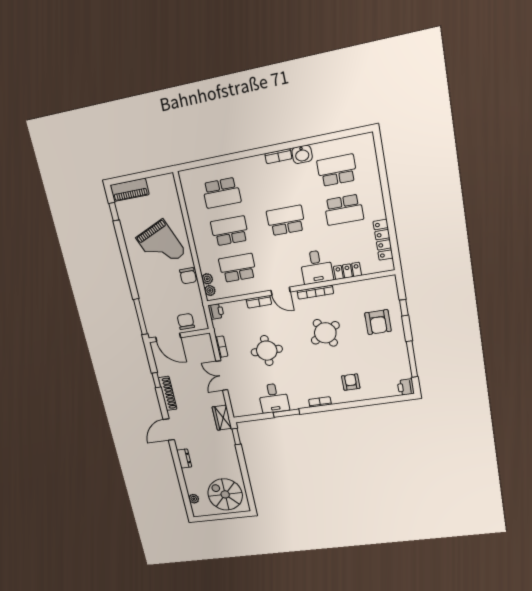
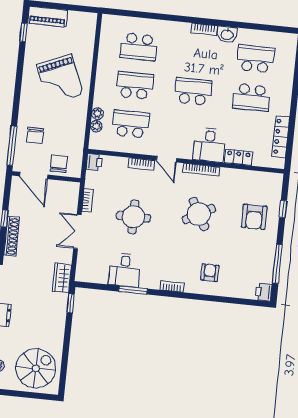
chair: (188, 276) -> (35, 135), moved
plant: (210, 290) -> (97, 114), moved
spiral stairs: (225, 494) -> (36, 368), turned 90

